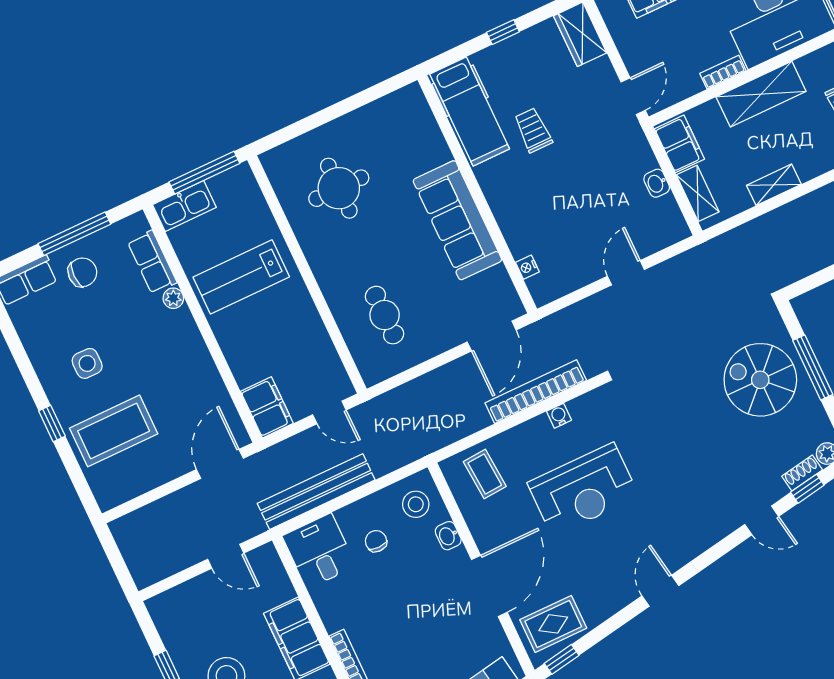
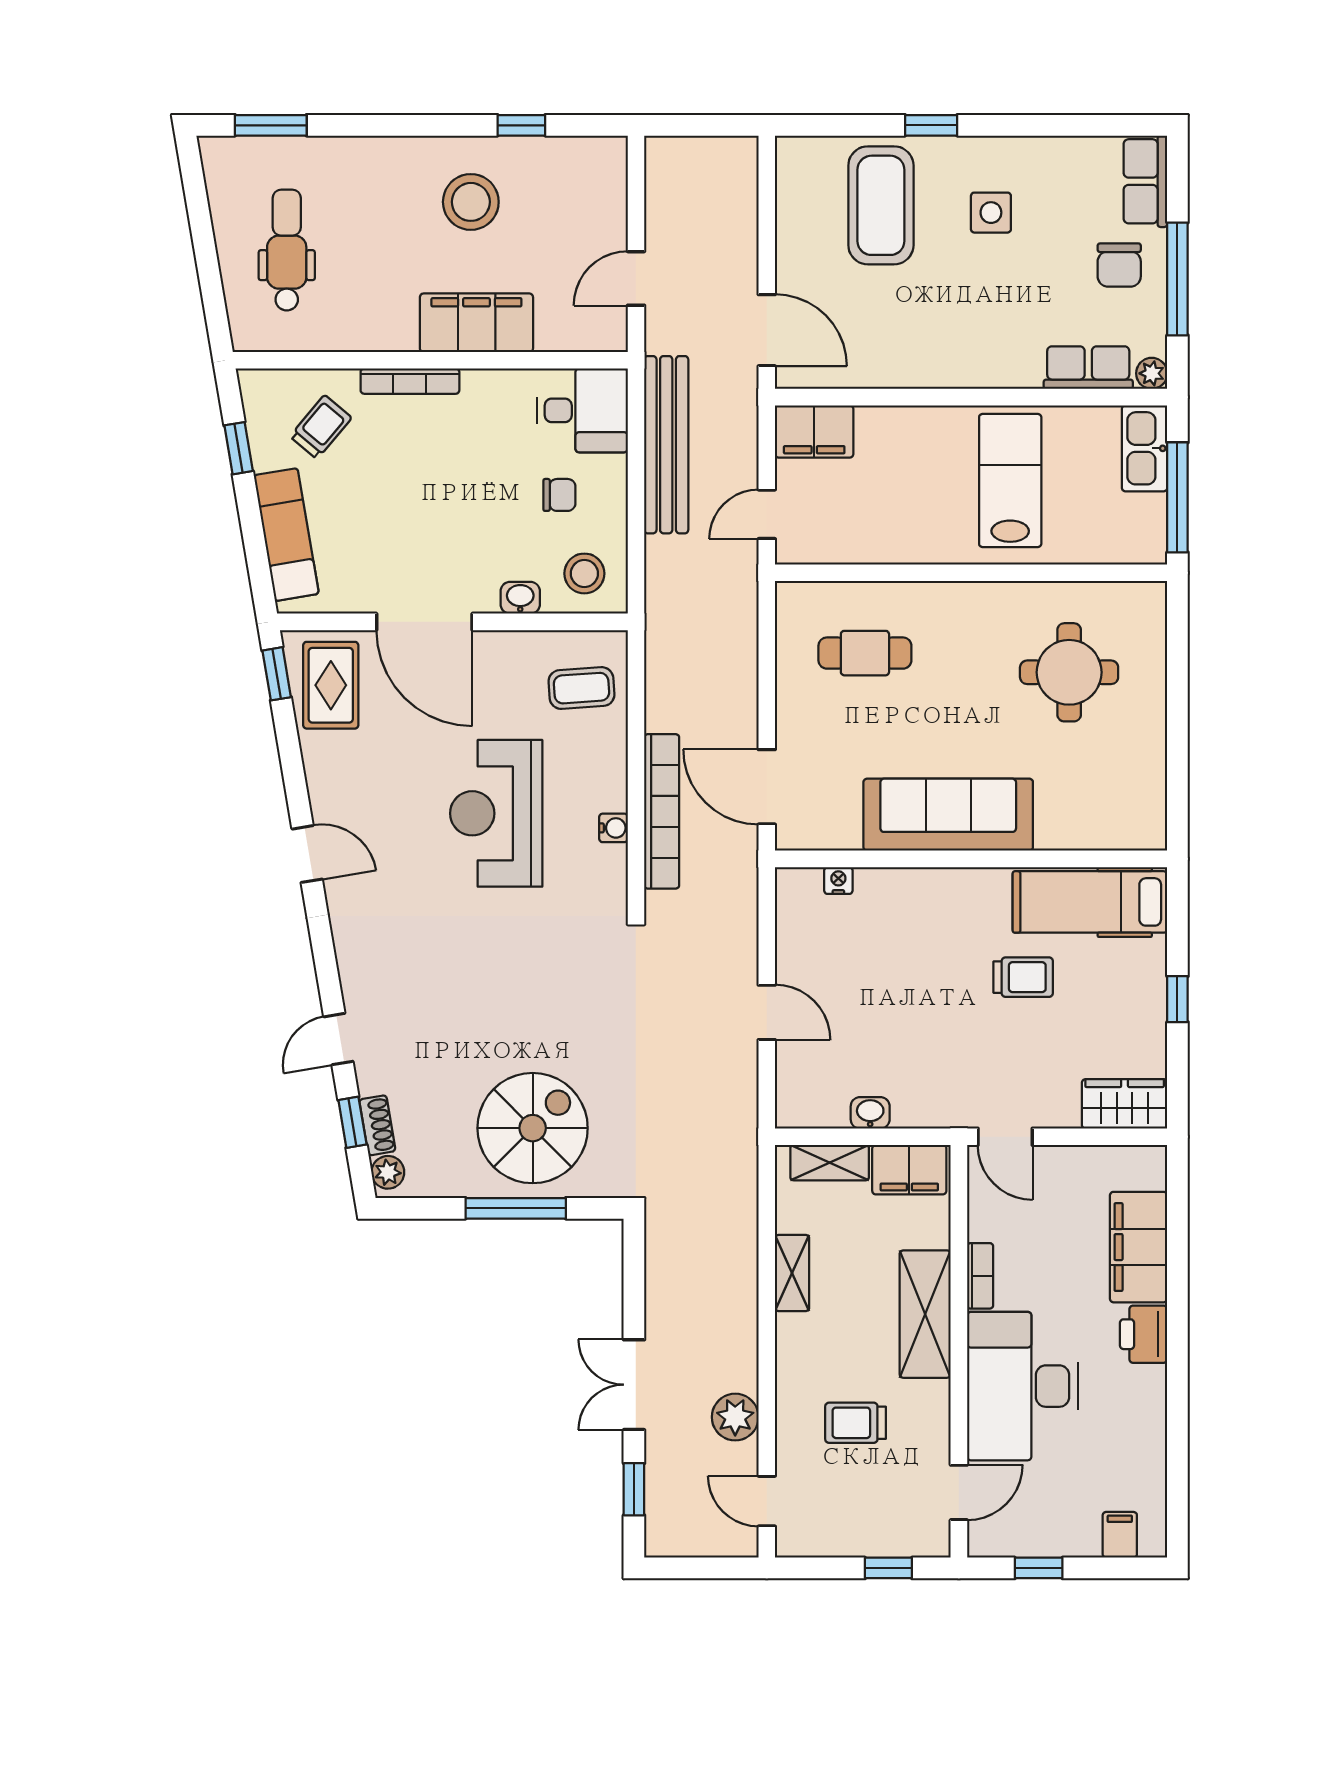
plant: (173, 298) -> (1152, 373), moved

